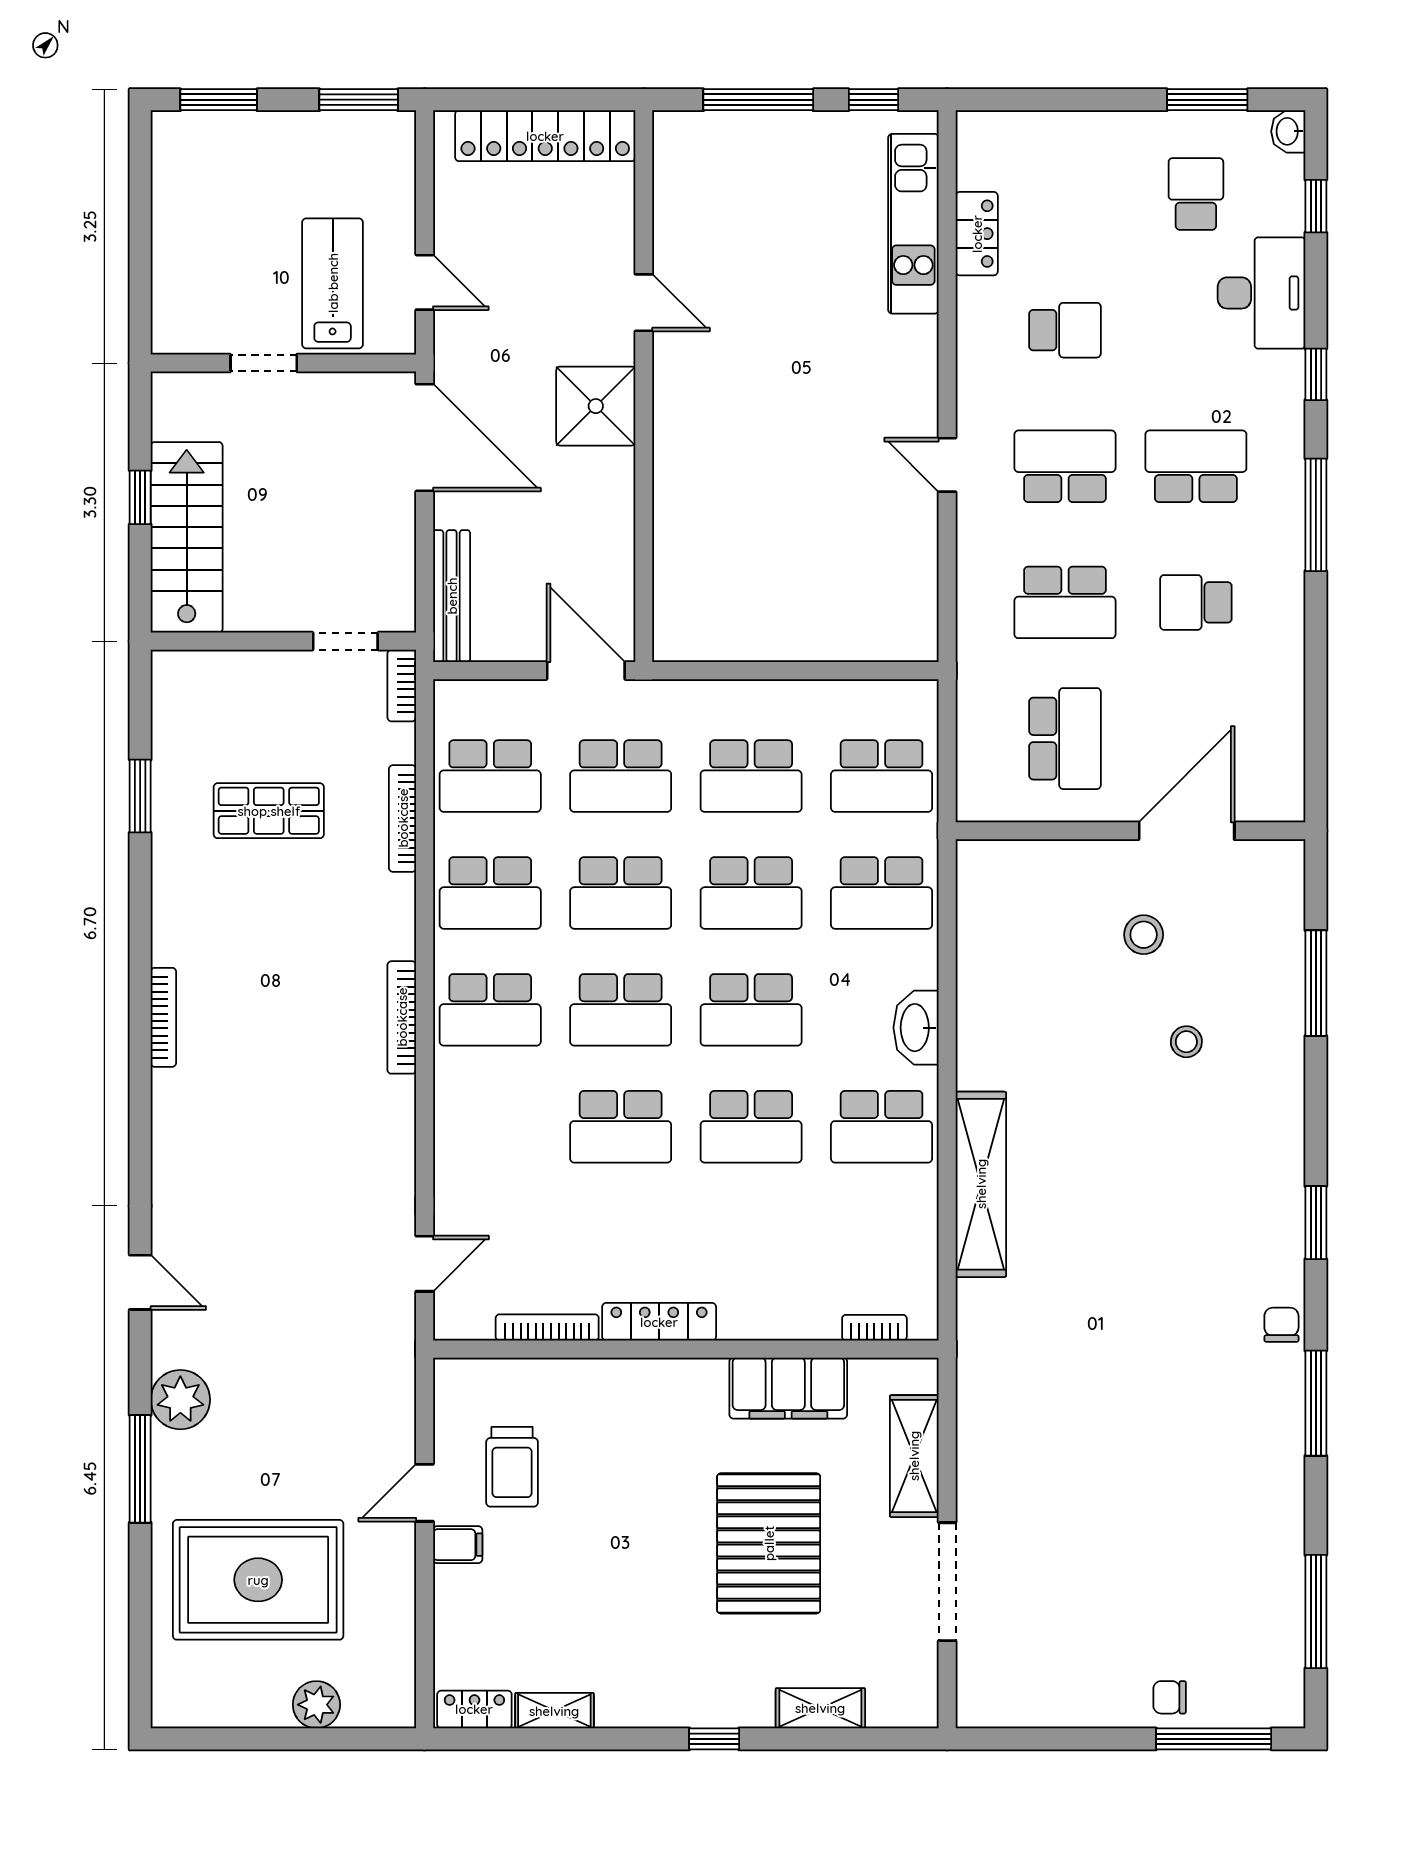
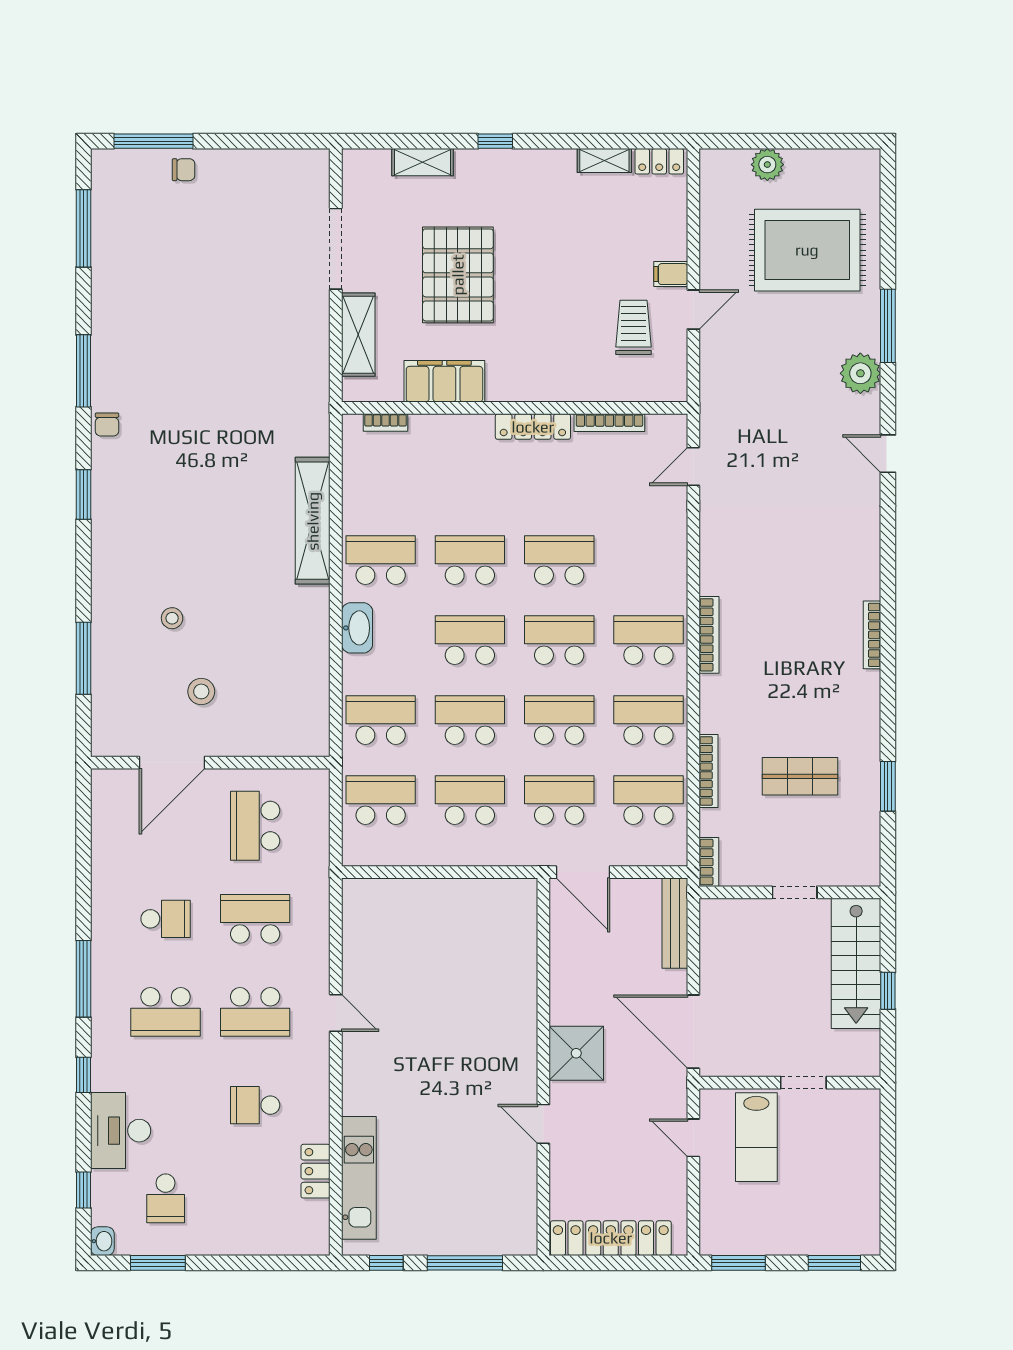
doorway: (345, 641) -> (795, 892), moved

